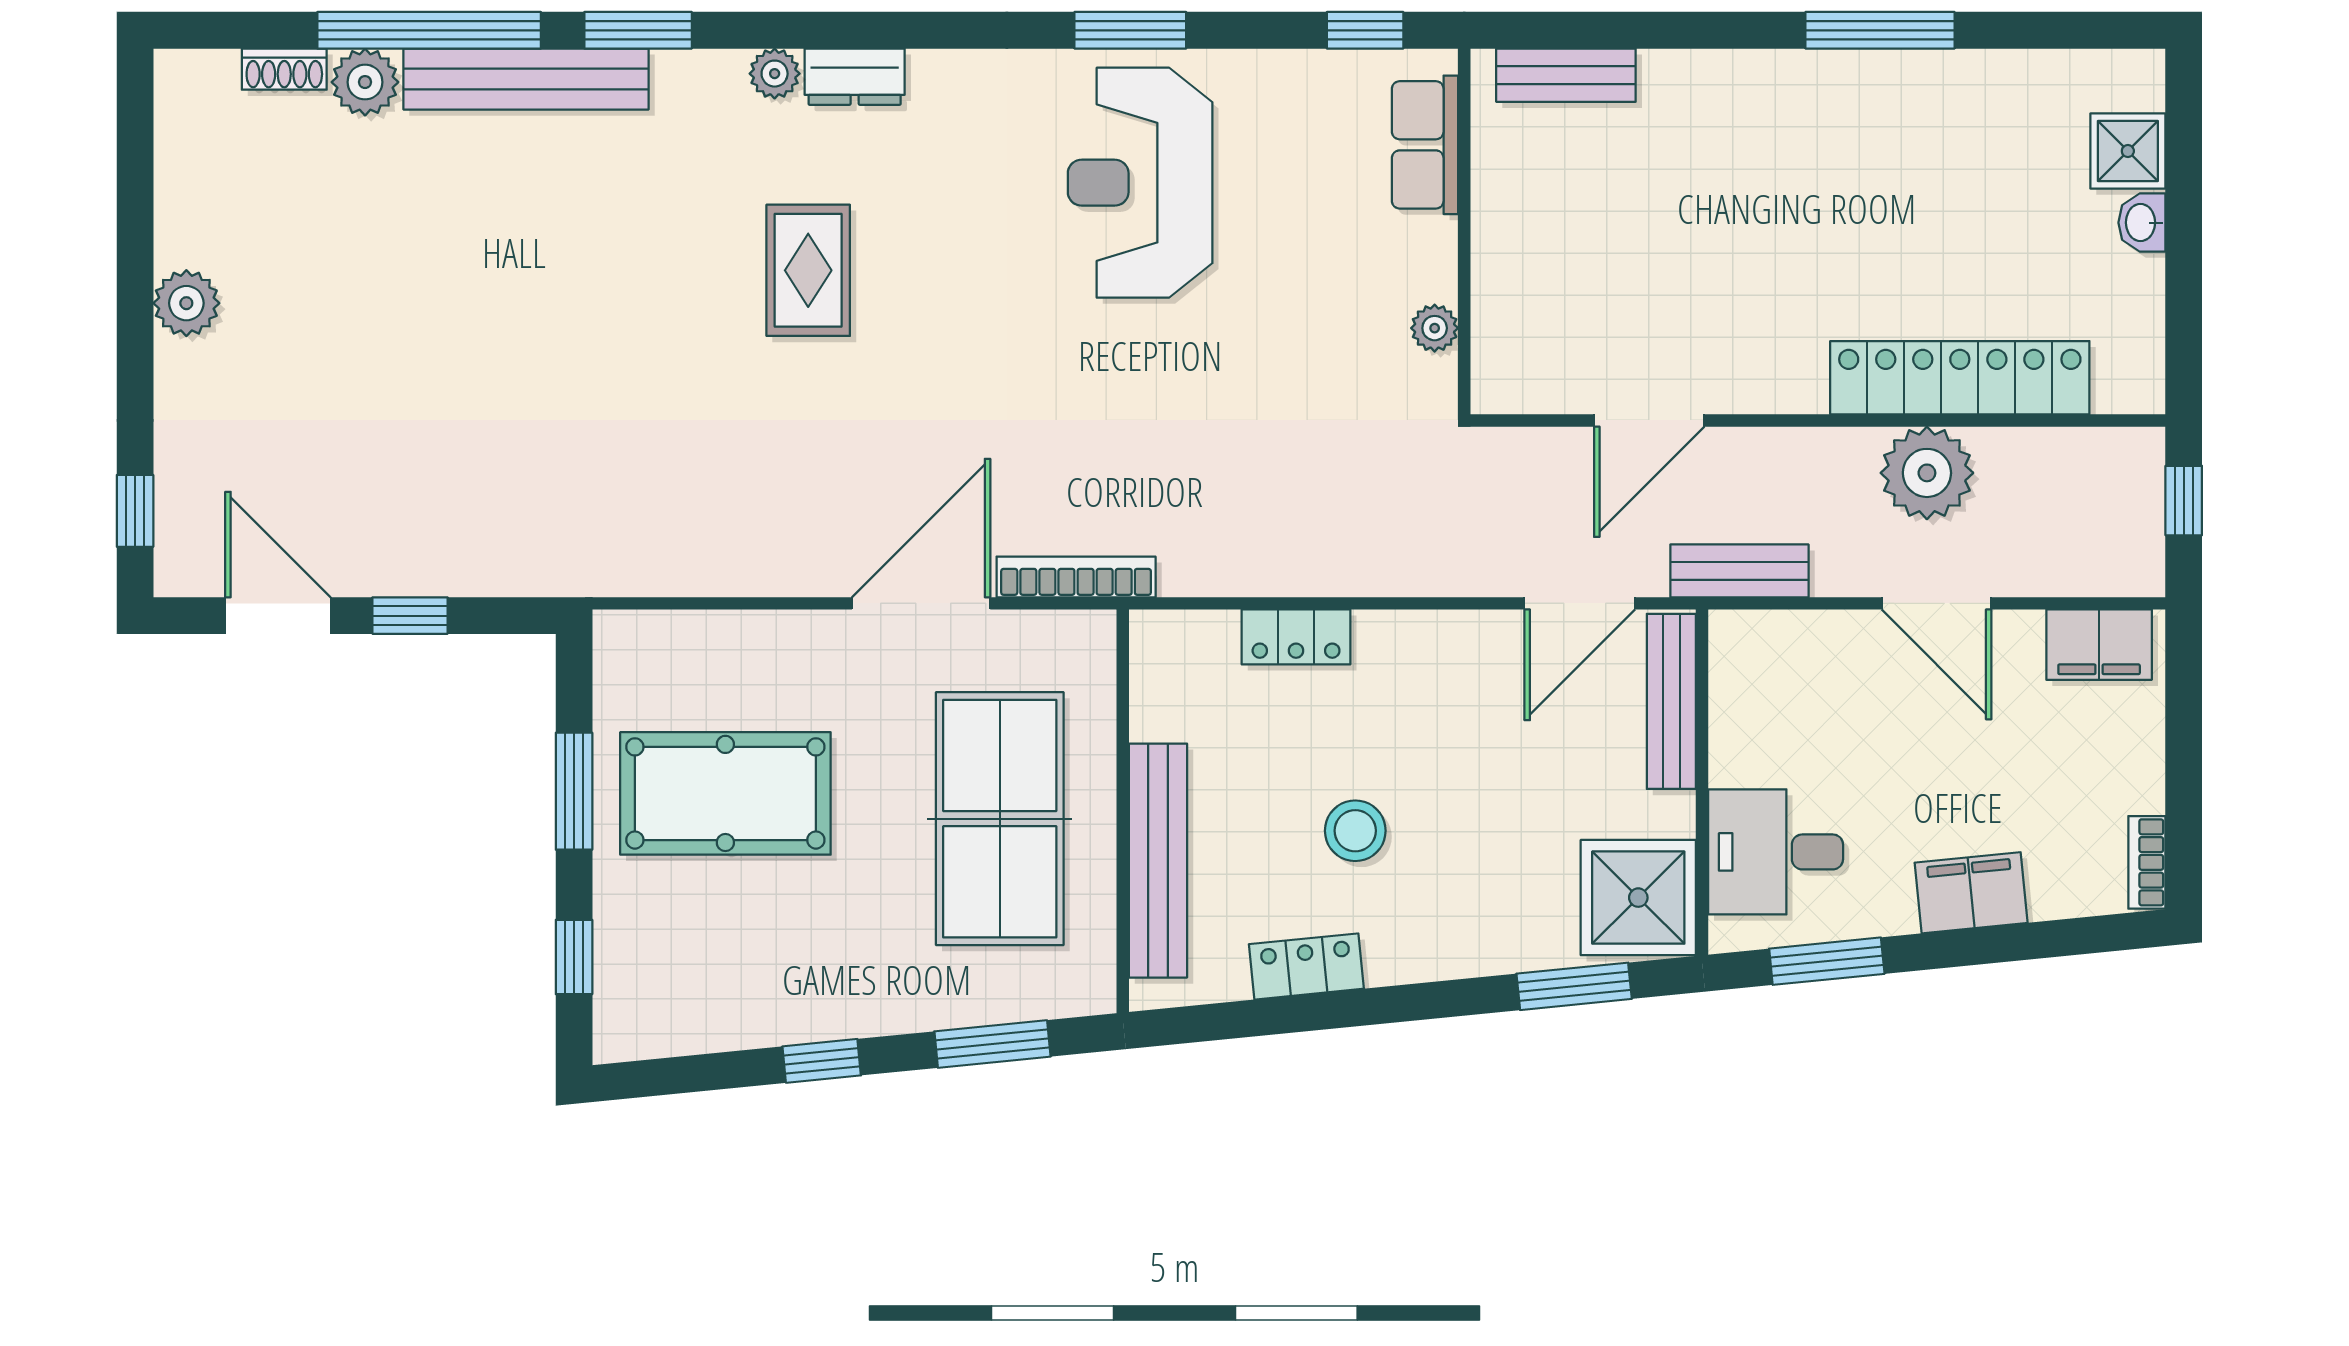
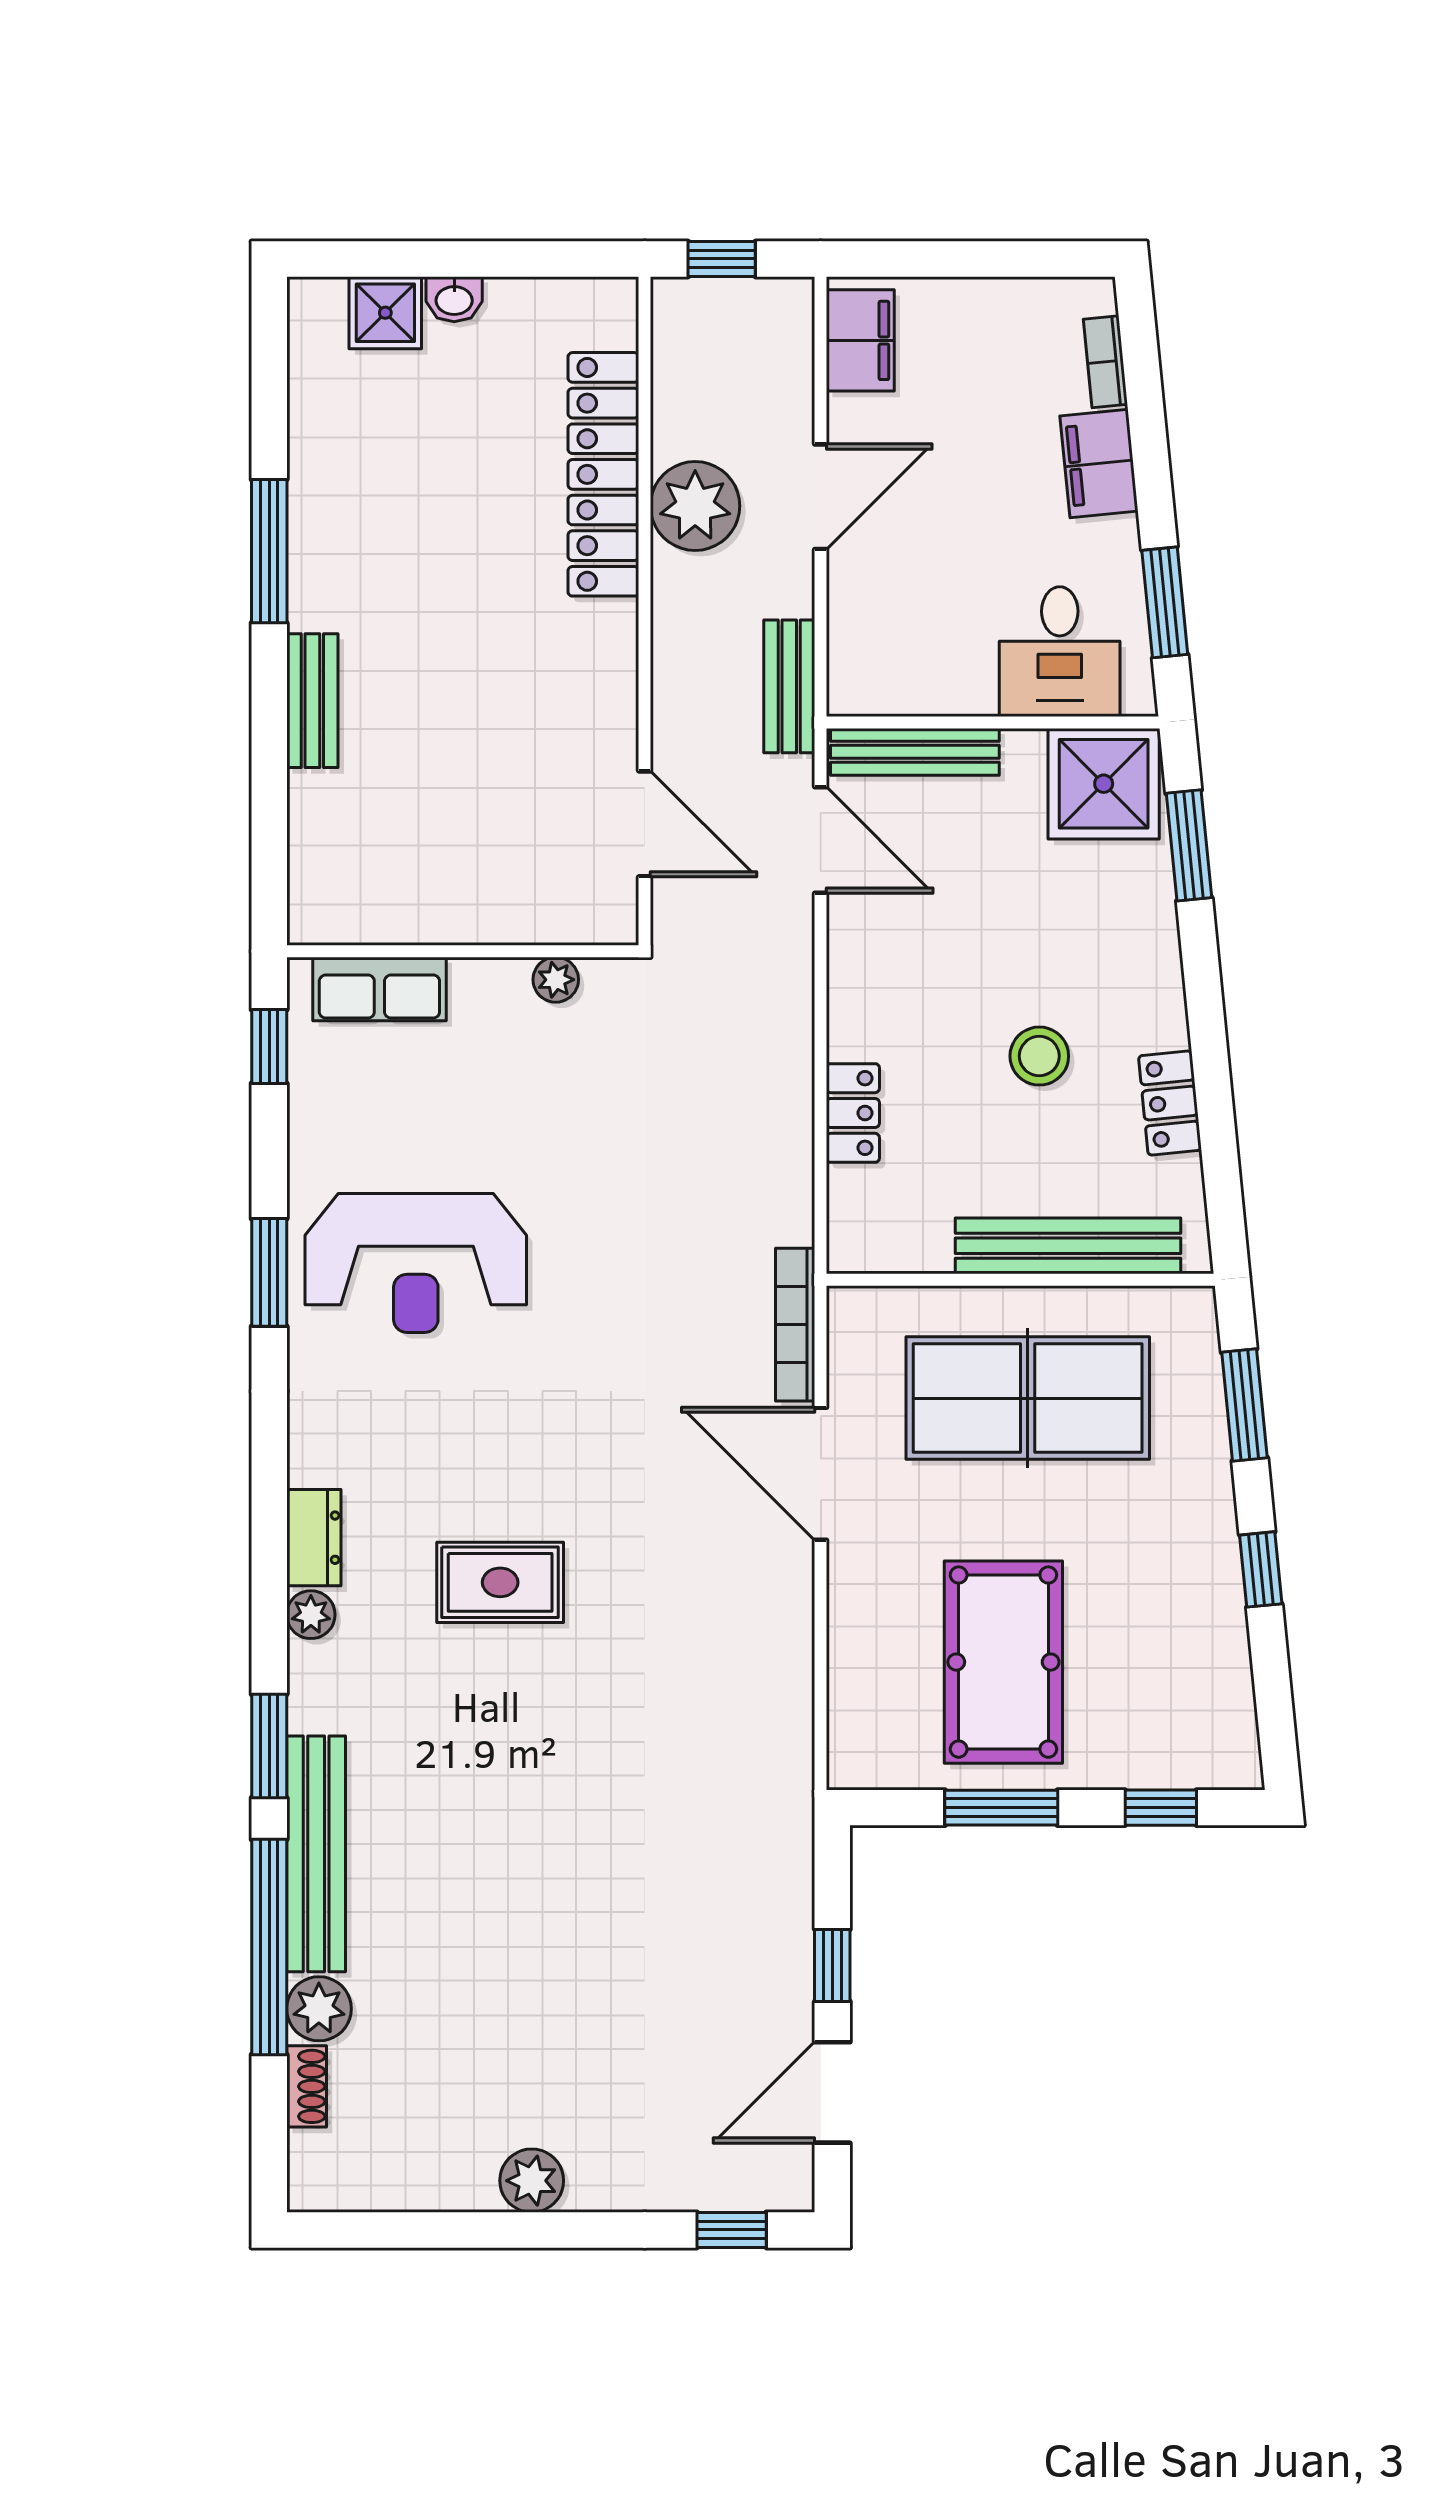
bench: (1566, 75) -> (312, 701), moved
door: (1649, 420) -> (645, 824), moved
bookcase: (2147, 862) -> (1105, 362), moved, turned 84

